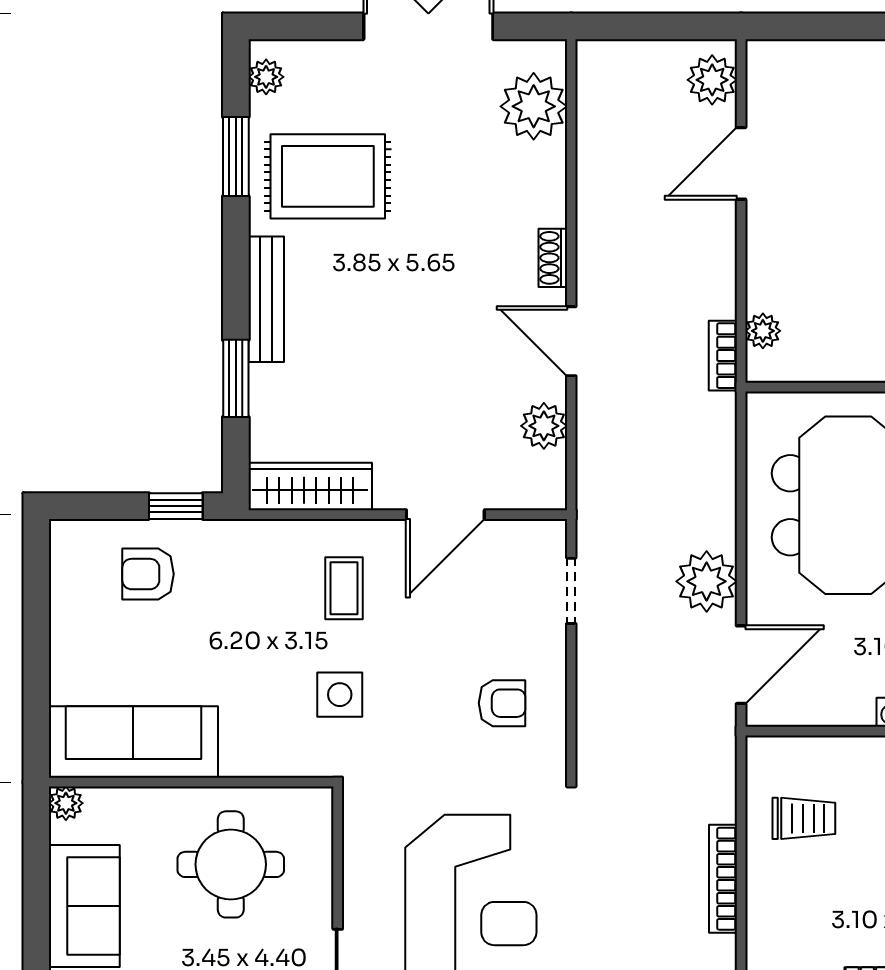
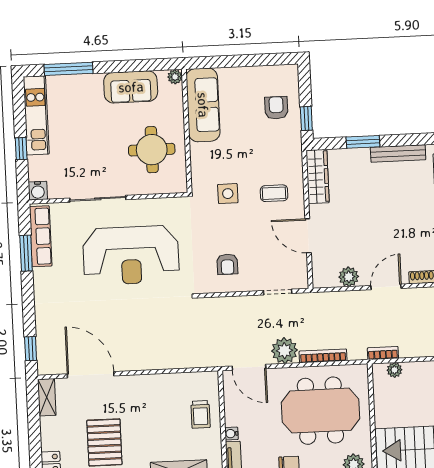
trolley: (804, 818) -> (200, 414), moved
bookcase: (723, 879) -> (323, 356), moved

